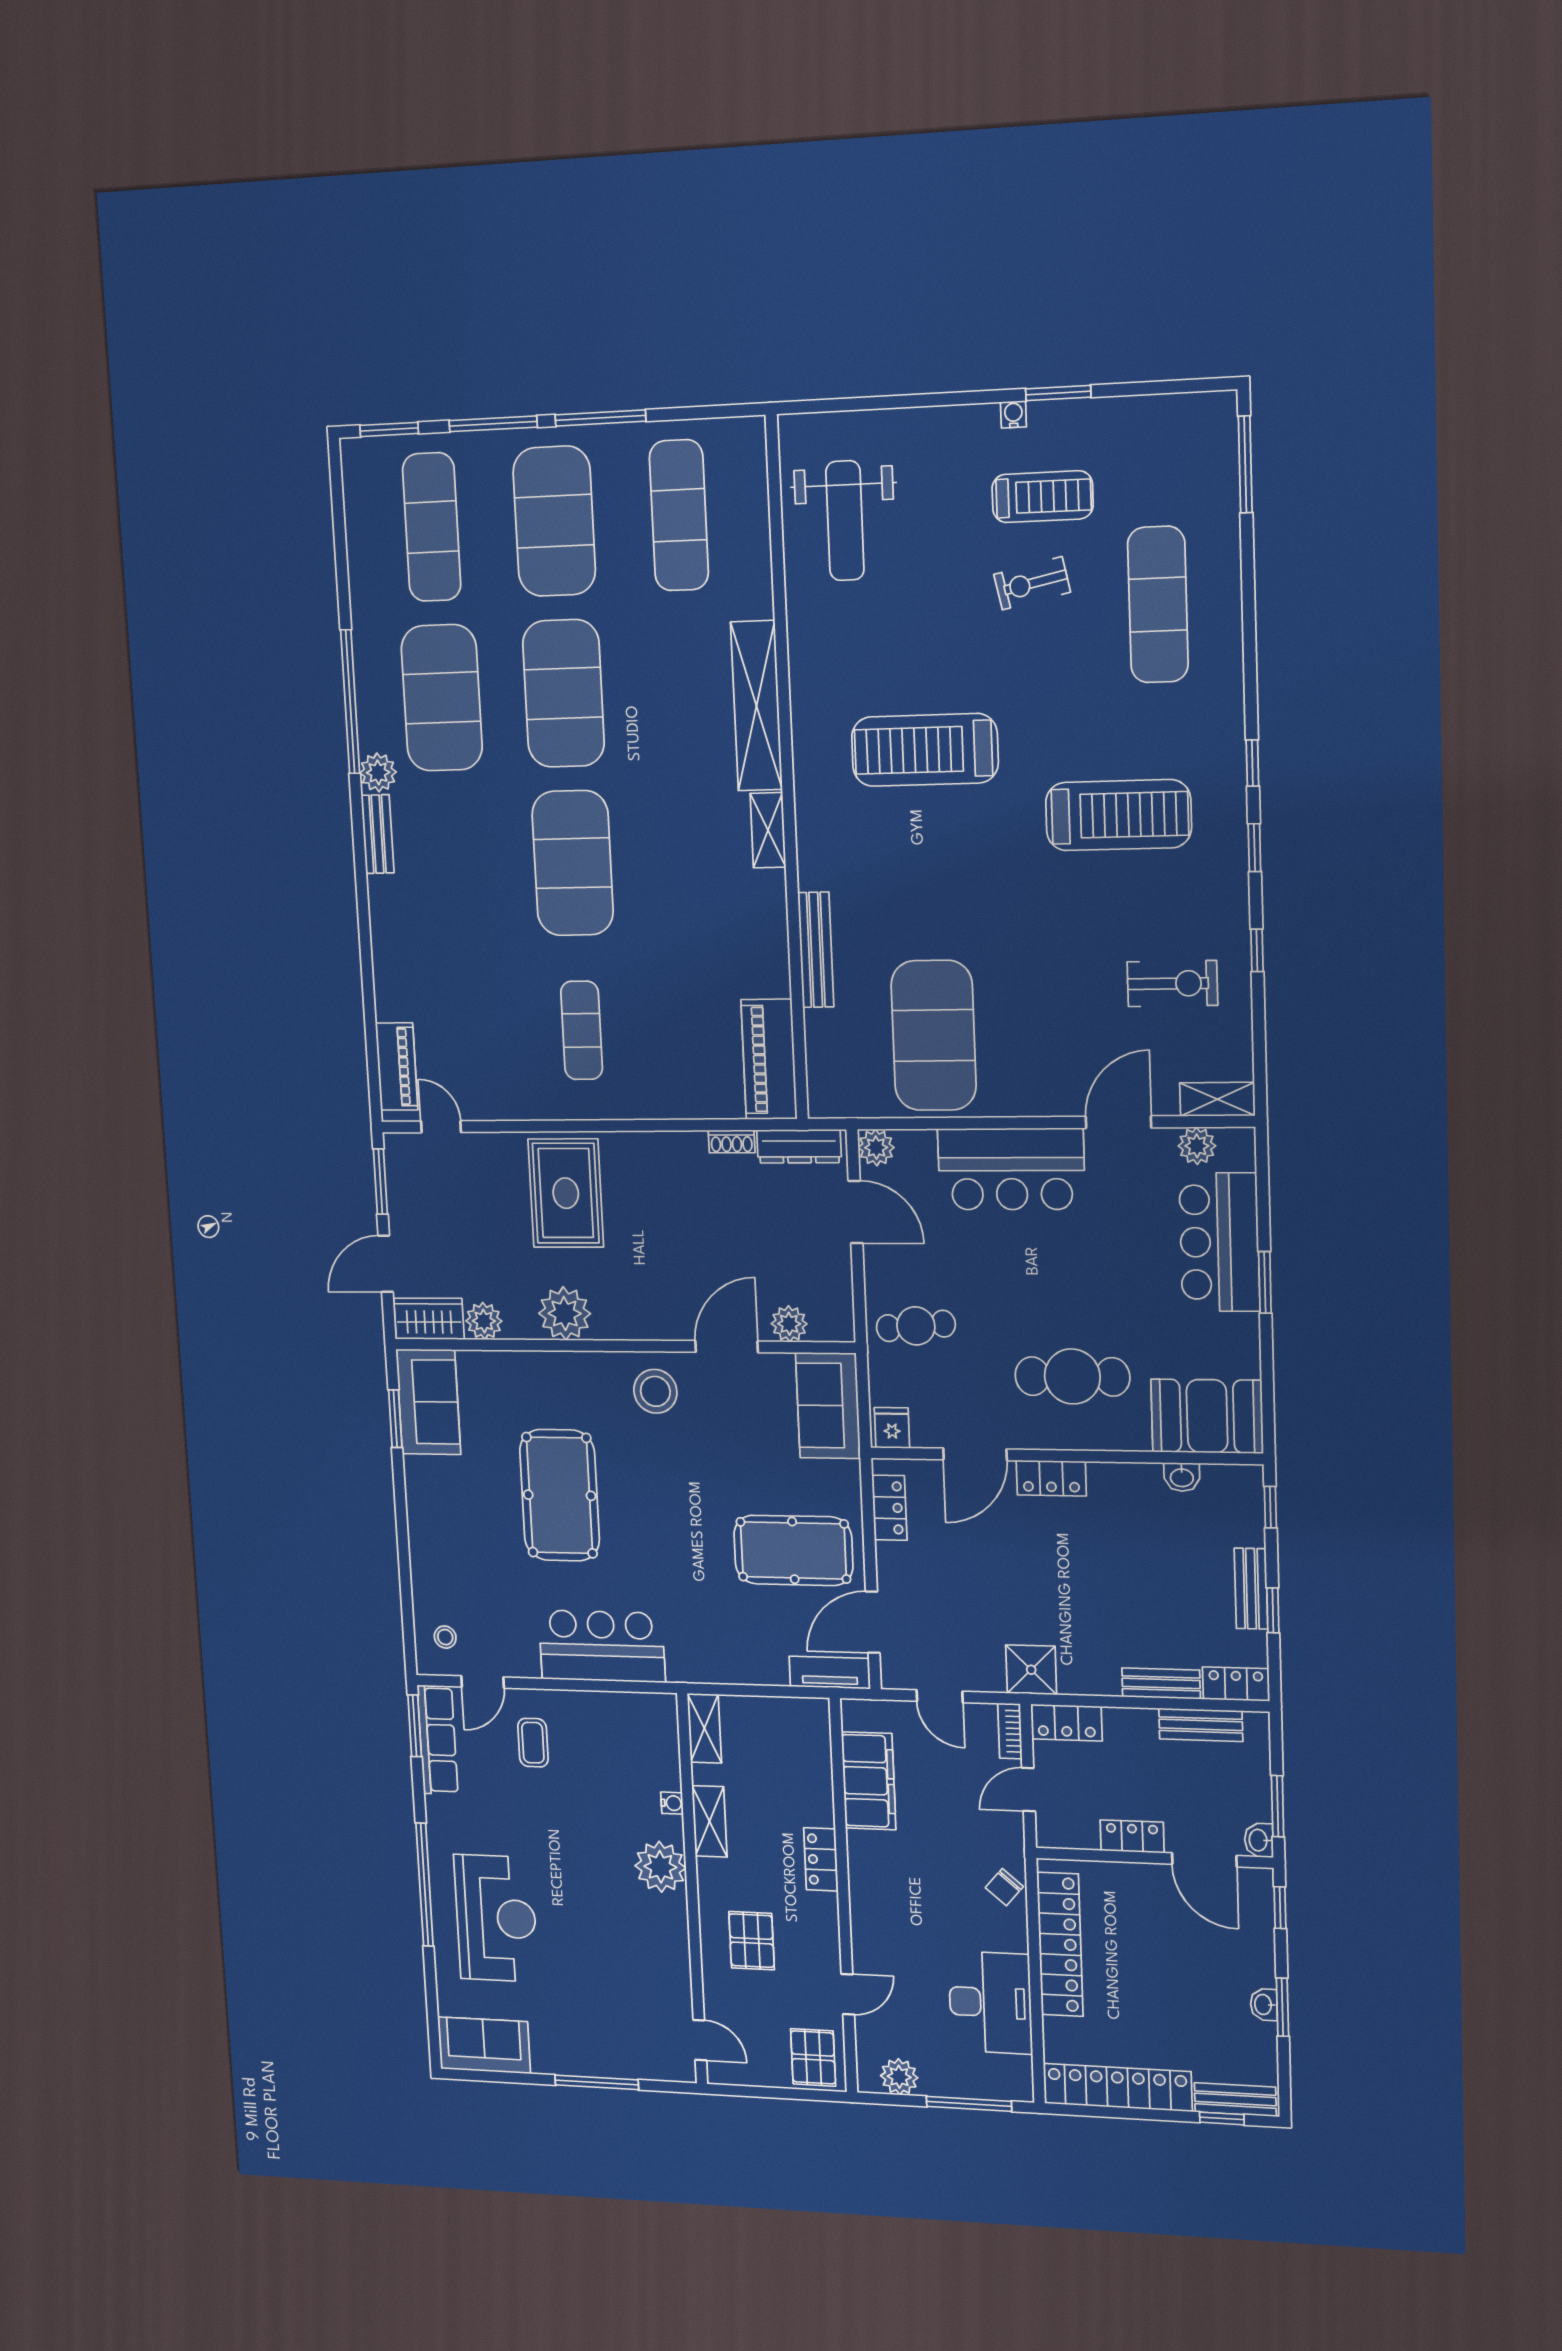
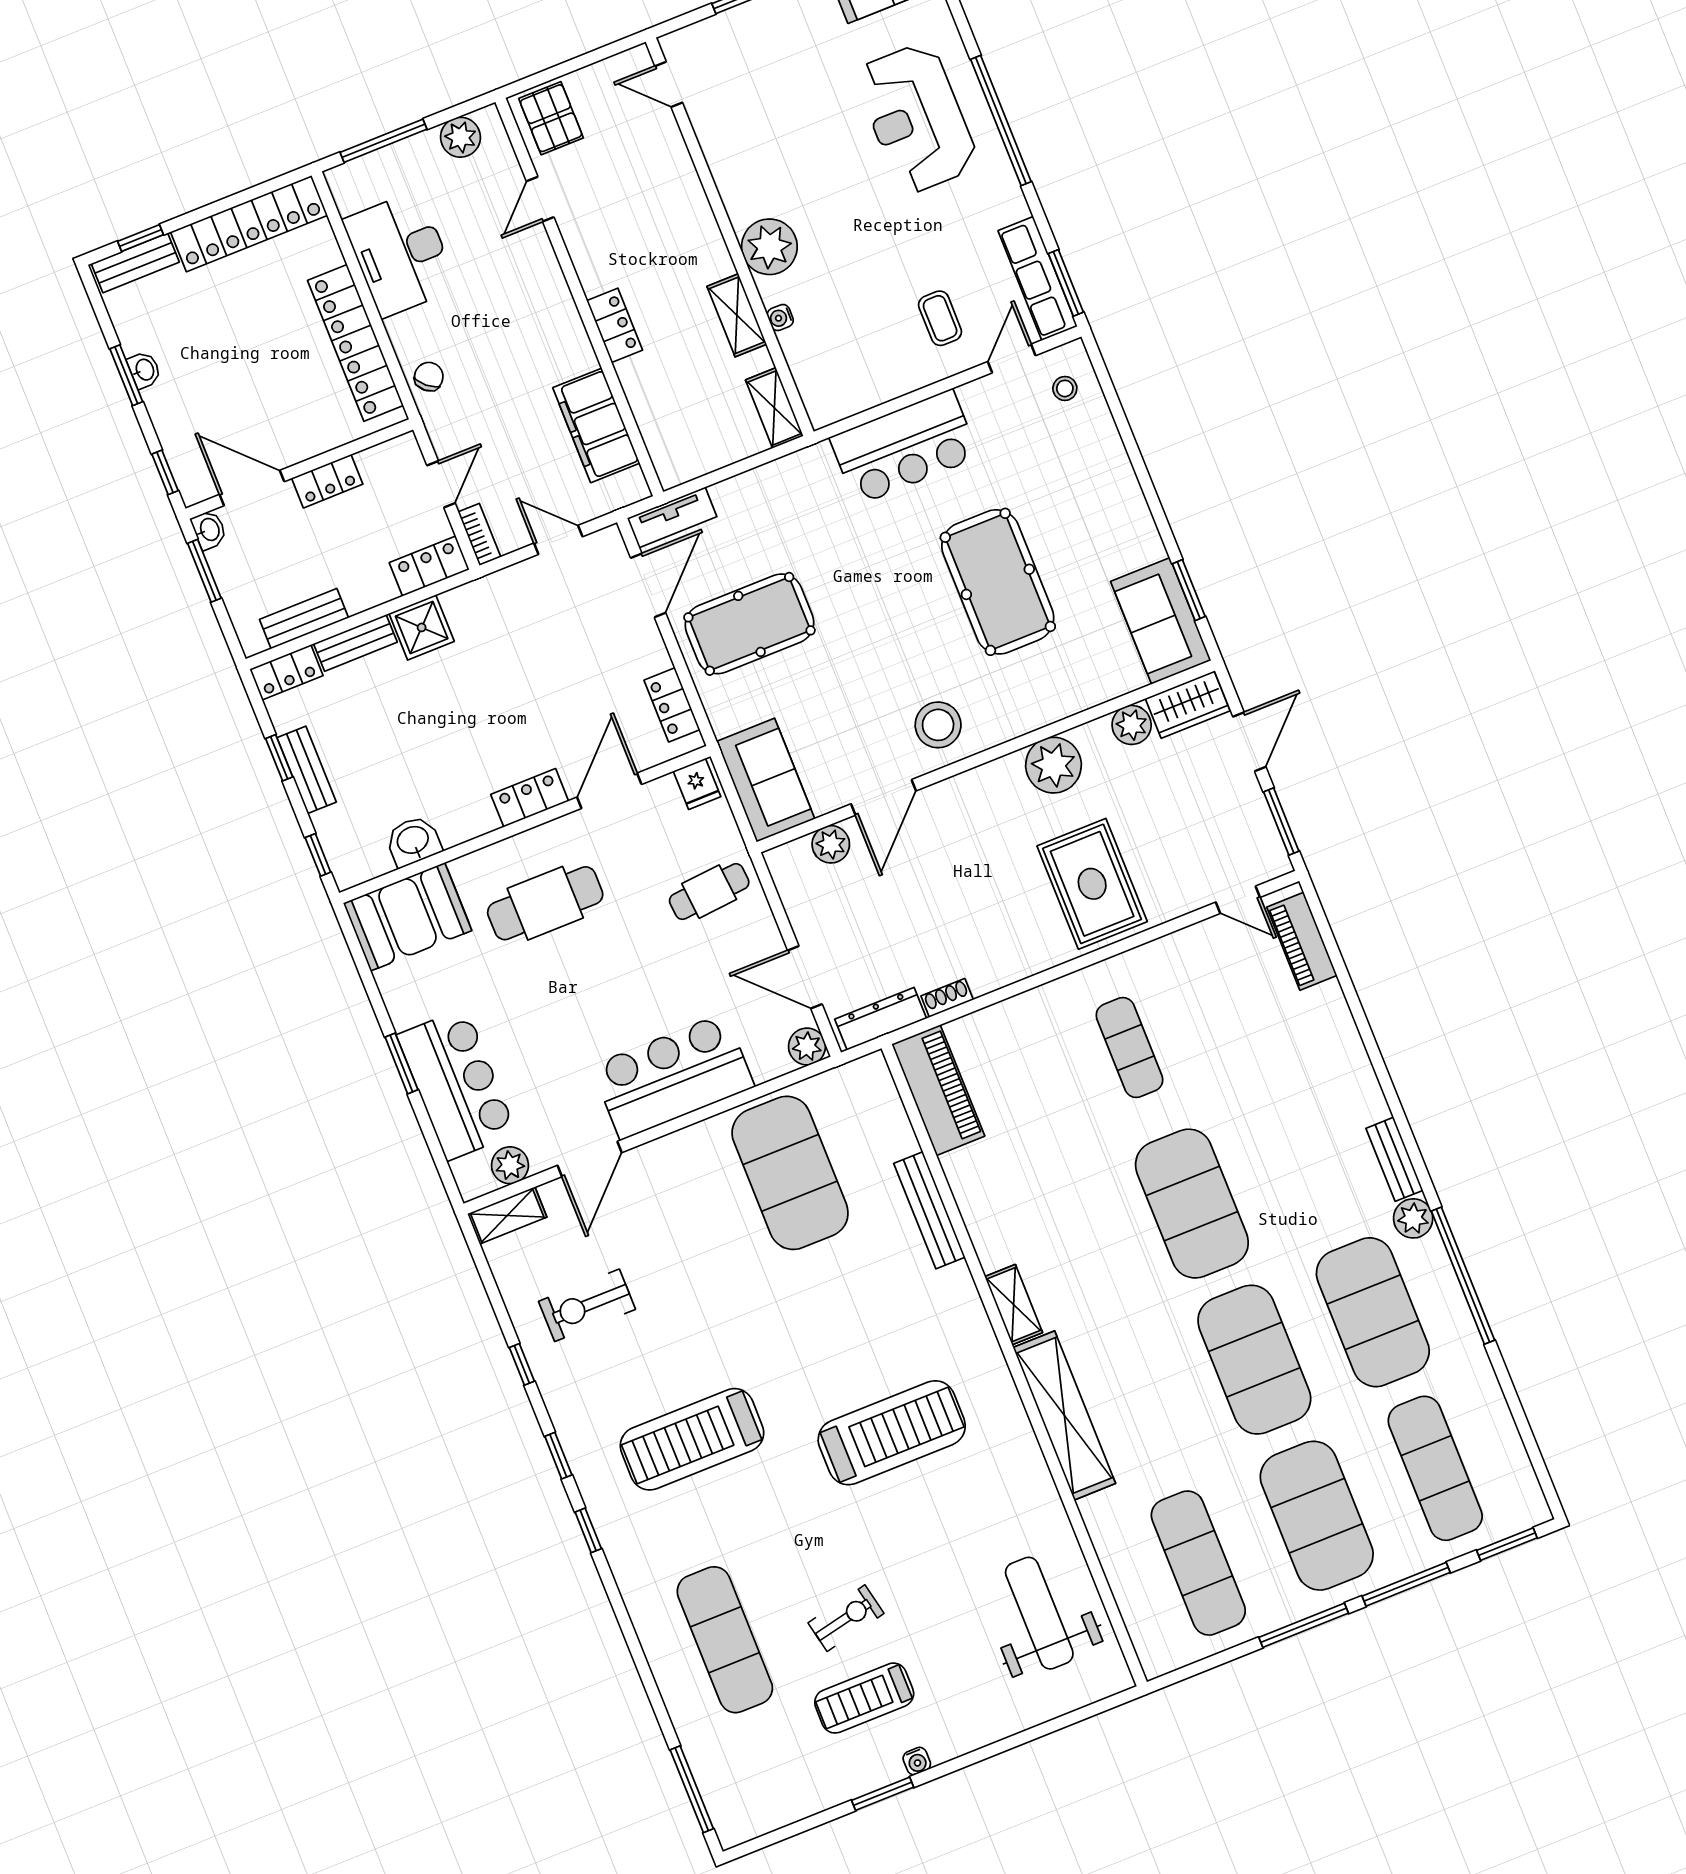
washbasin: (1182, 1477) -> (413, 841), width x1.38, depth x1.45
shower: (1031, 1670) -> (422, 627), moved
pallet: (752, 1941) -> (653, 211), removed

